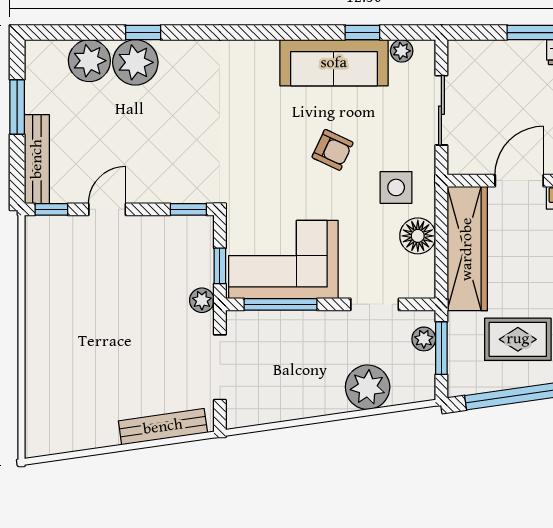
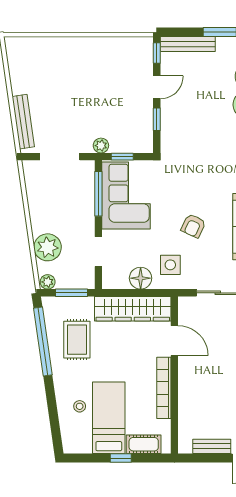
door: (107, 209) -> (157, 87), hinge flipped
window: (188, 209) -> (157, 119), moved
plant: (424, 339) -> (48, 282), moved

